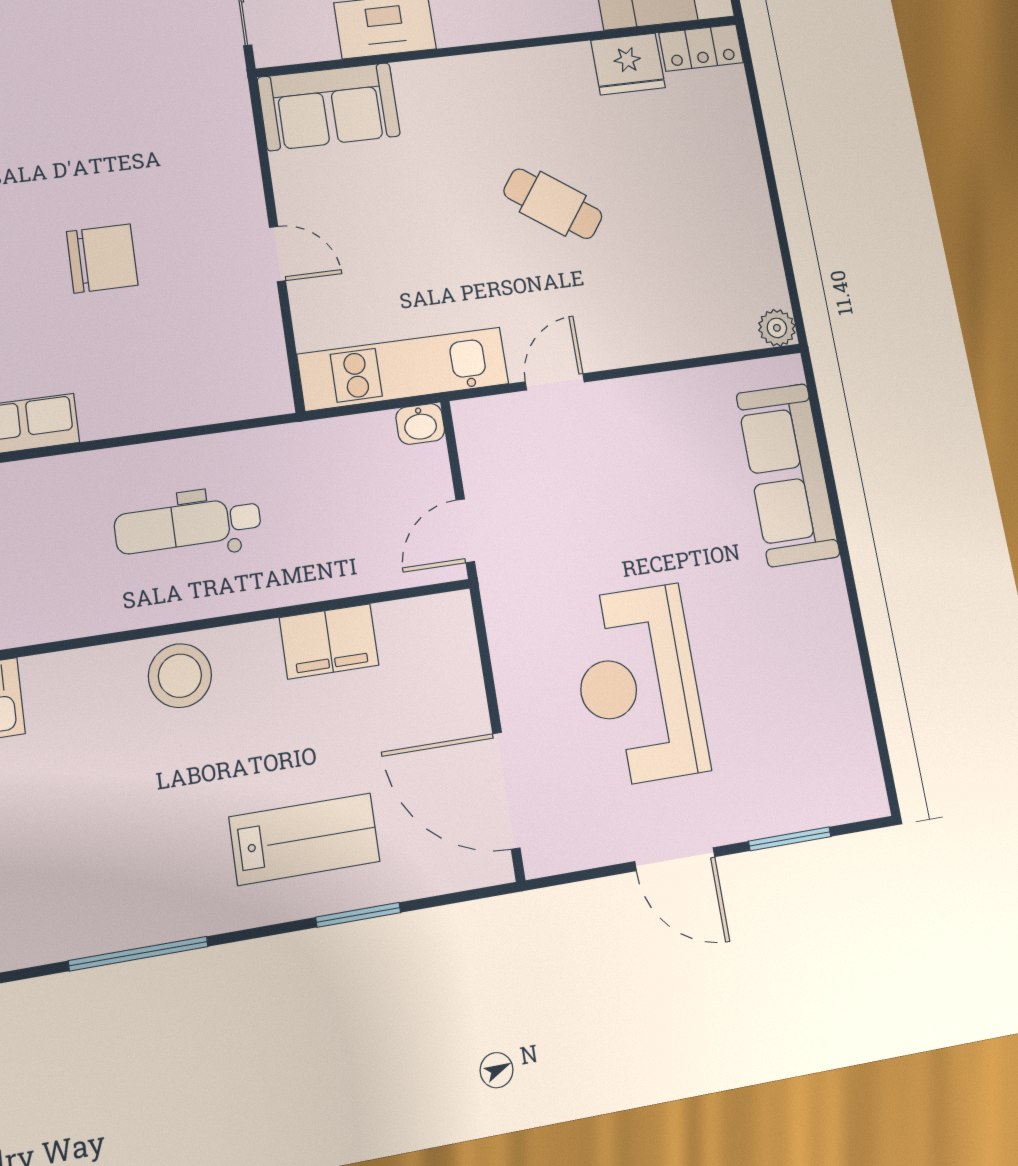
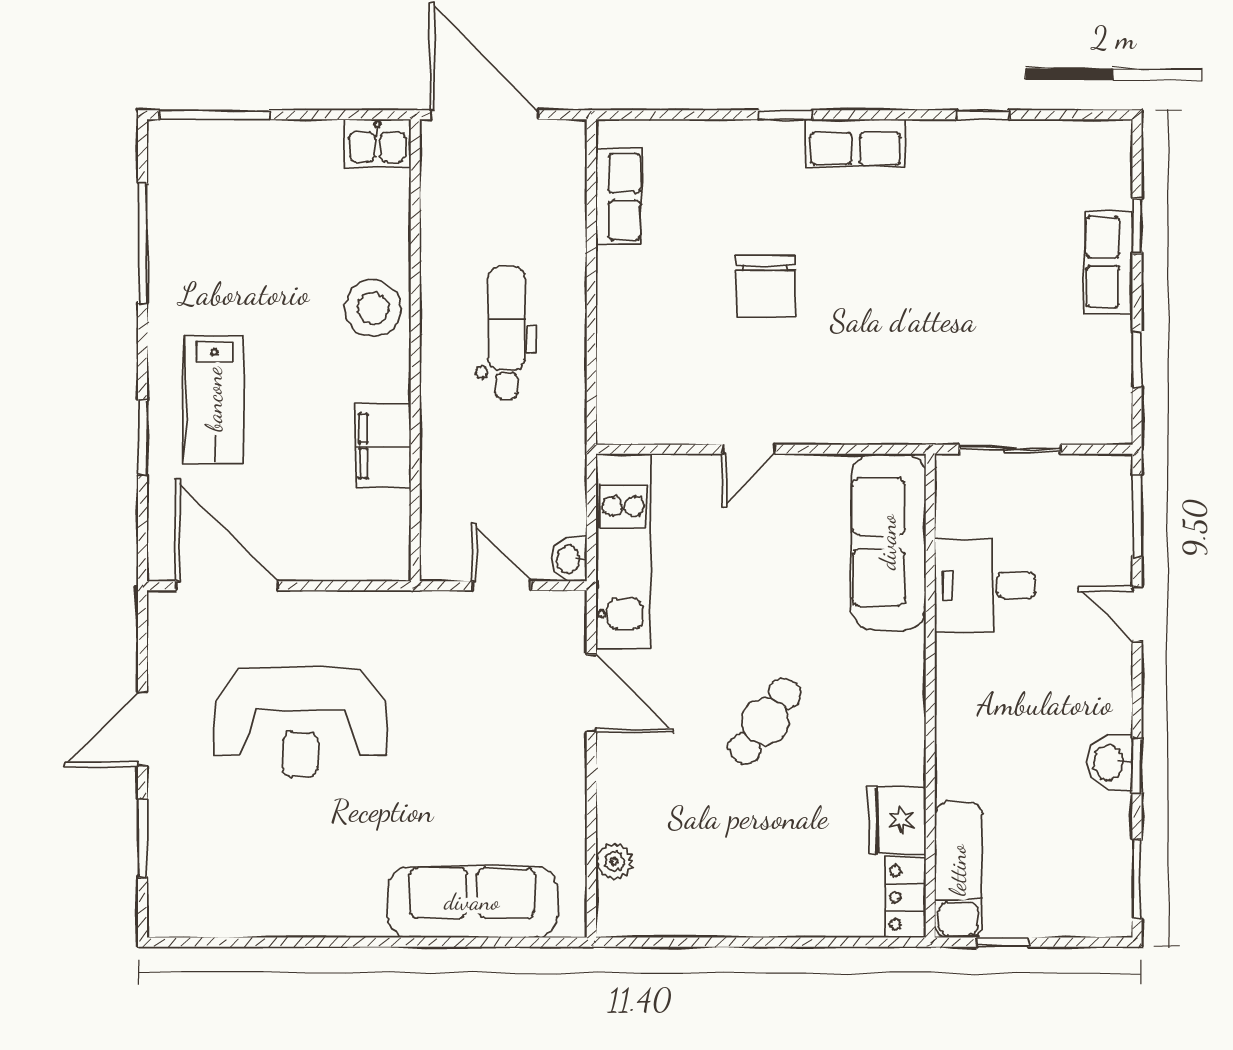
sofa: (329, 107) -> (888, 542), width x1.36
plant: (777, 328) -> (614, 861), moved
door: (555, 382) -> (591, 693), width x1.38
door: (465, 531) -> (502, 586), moved
reception desk: (638, 685) -> (300, 723), turned 180
door: (506, 790) -> (227, 586), hinge flipped

